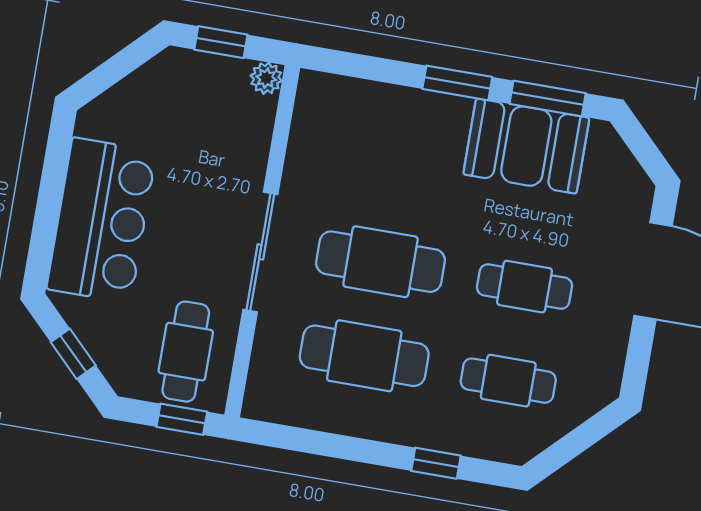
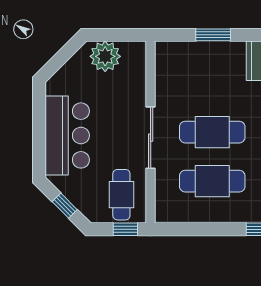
window: (221, 42) -> (112, 35), removed
plant: (266, 78) -> (105, 56), moved, width x1.87, depth x1.87
window: (457, 83) -> (213, 35), moved

